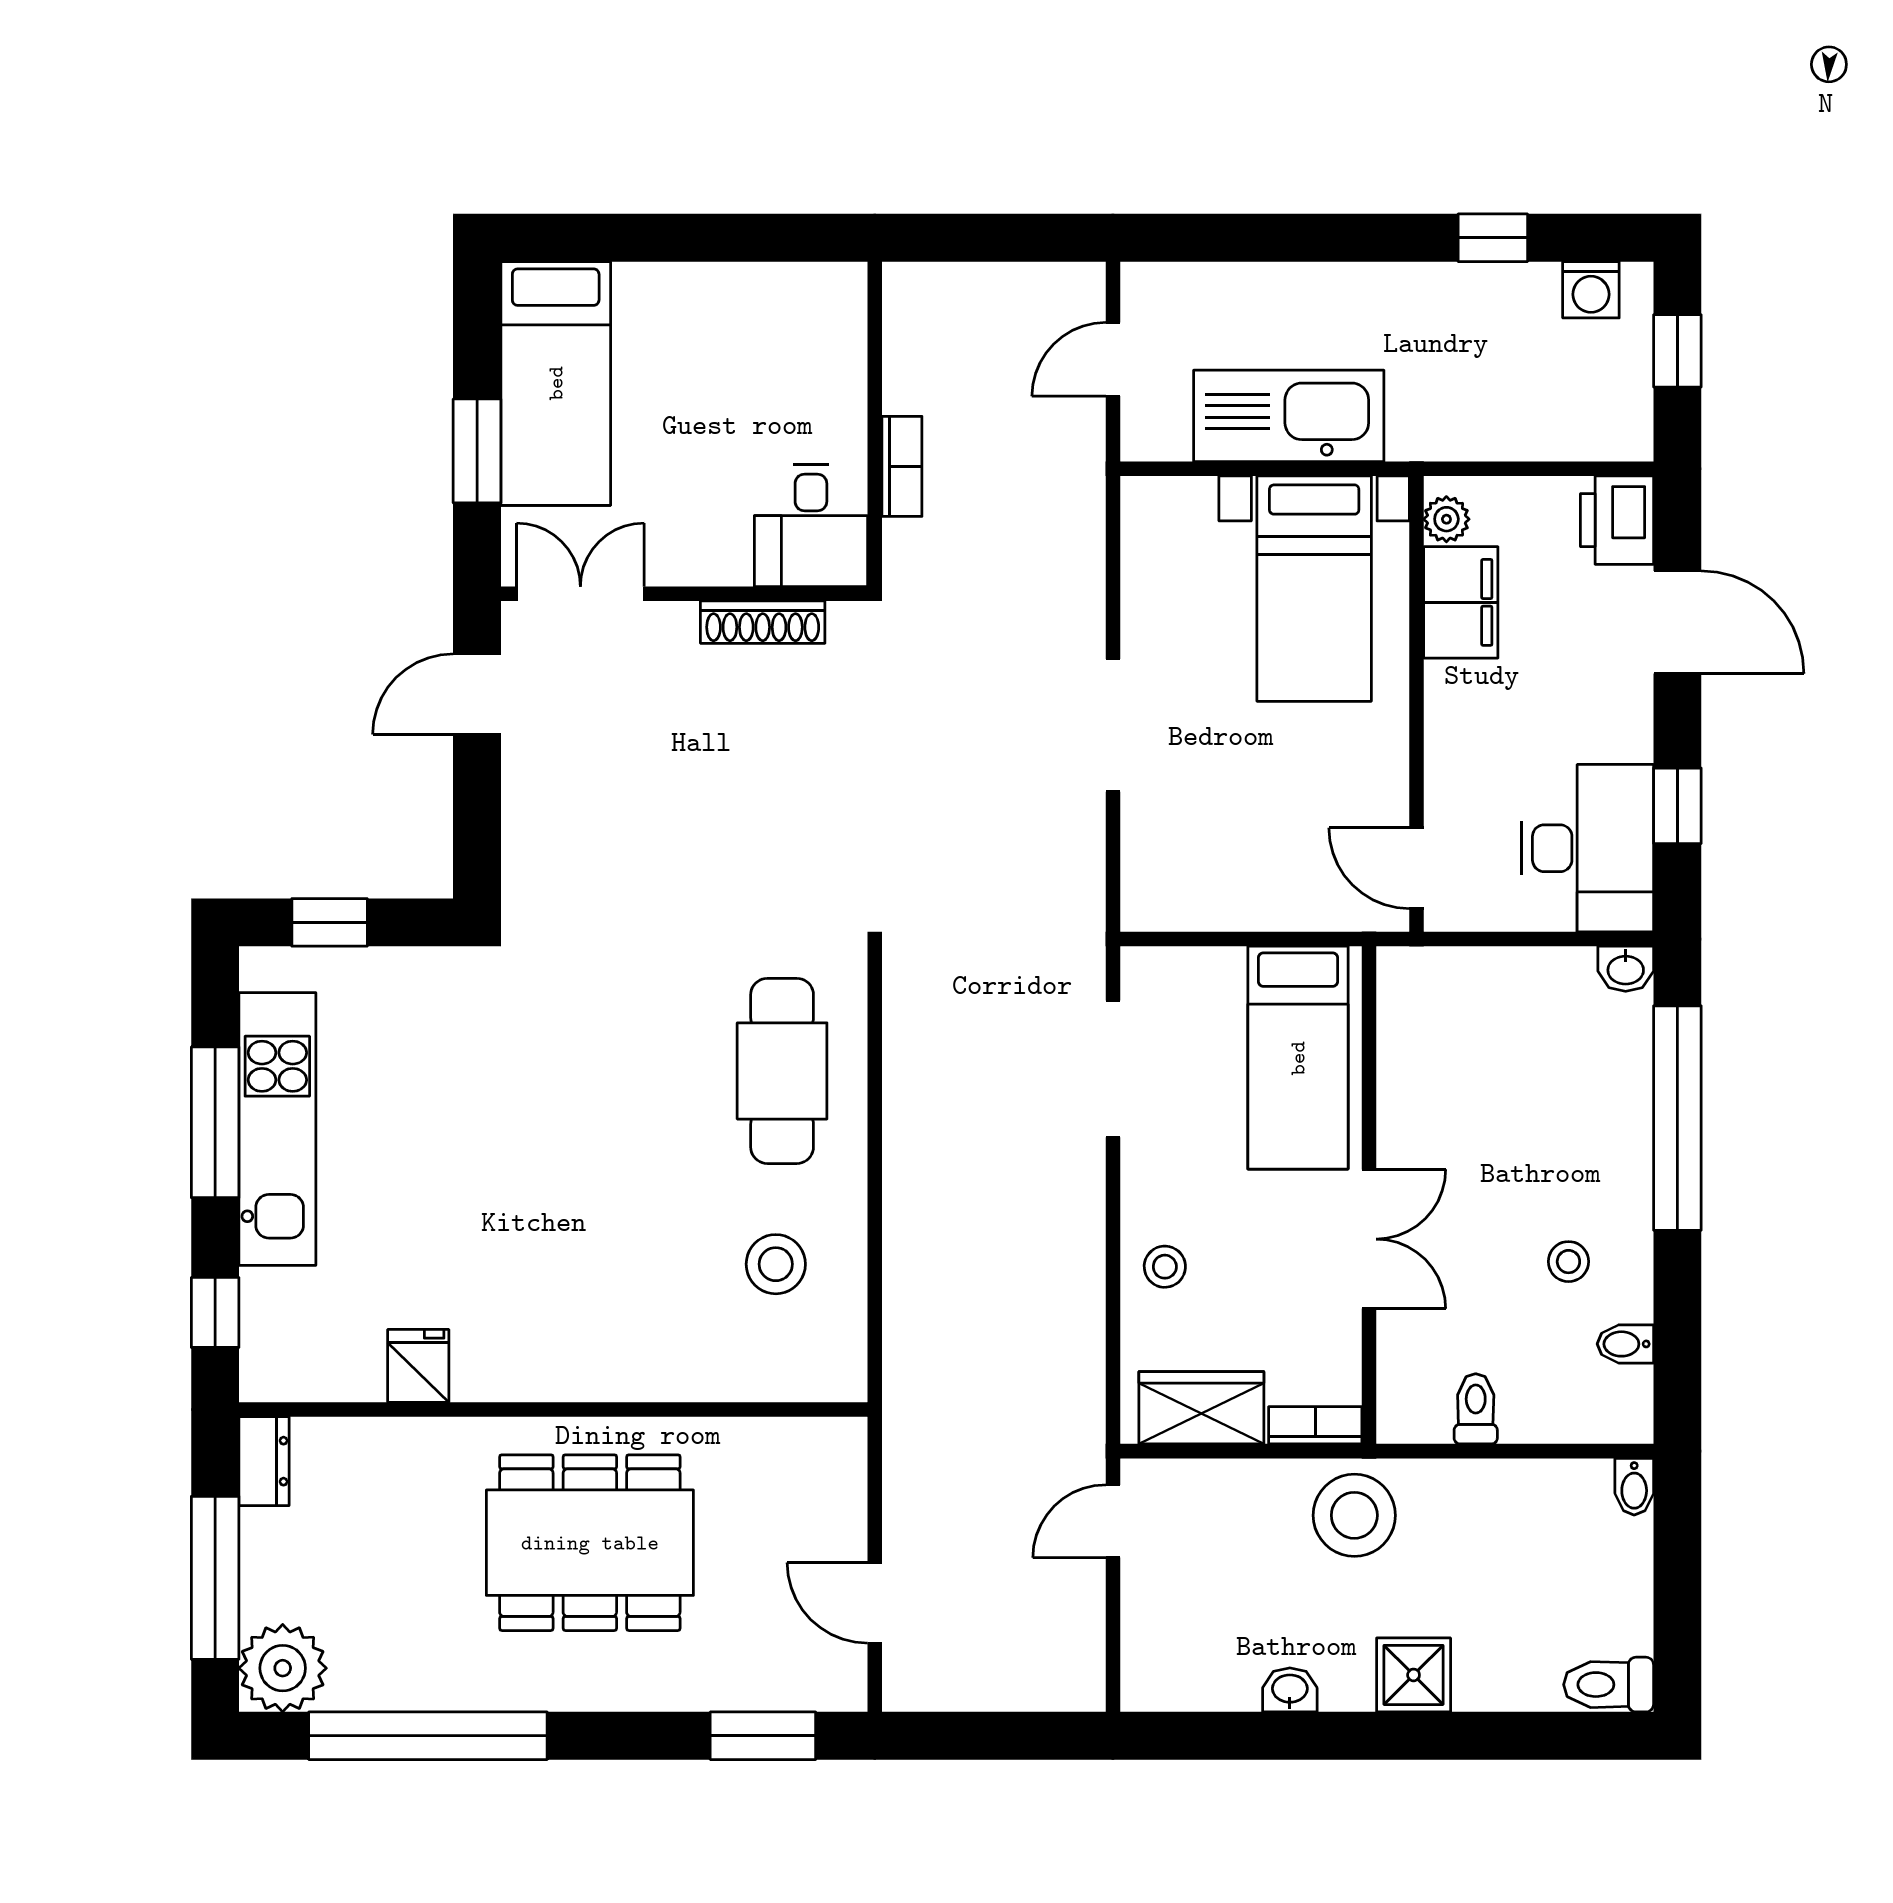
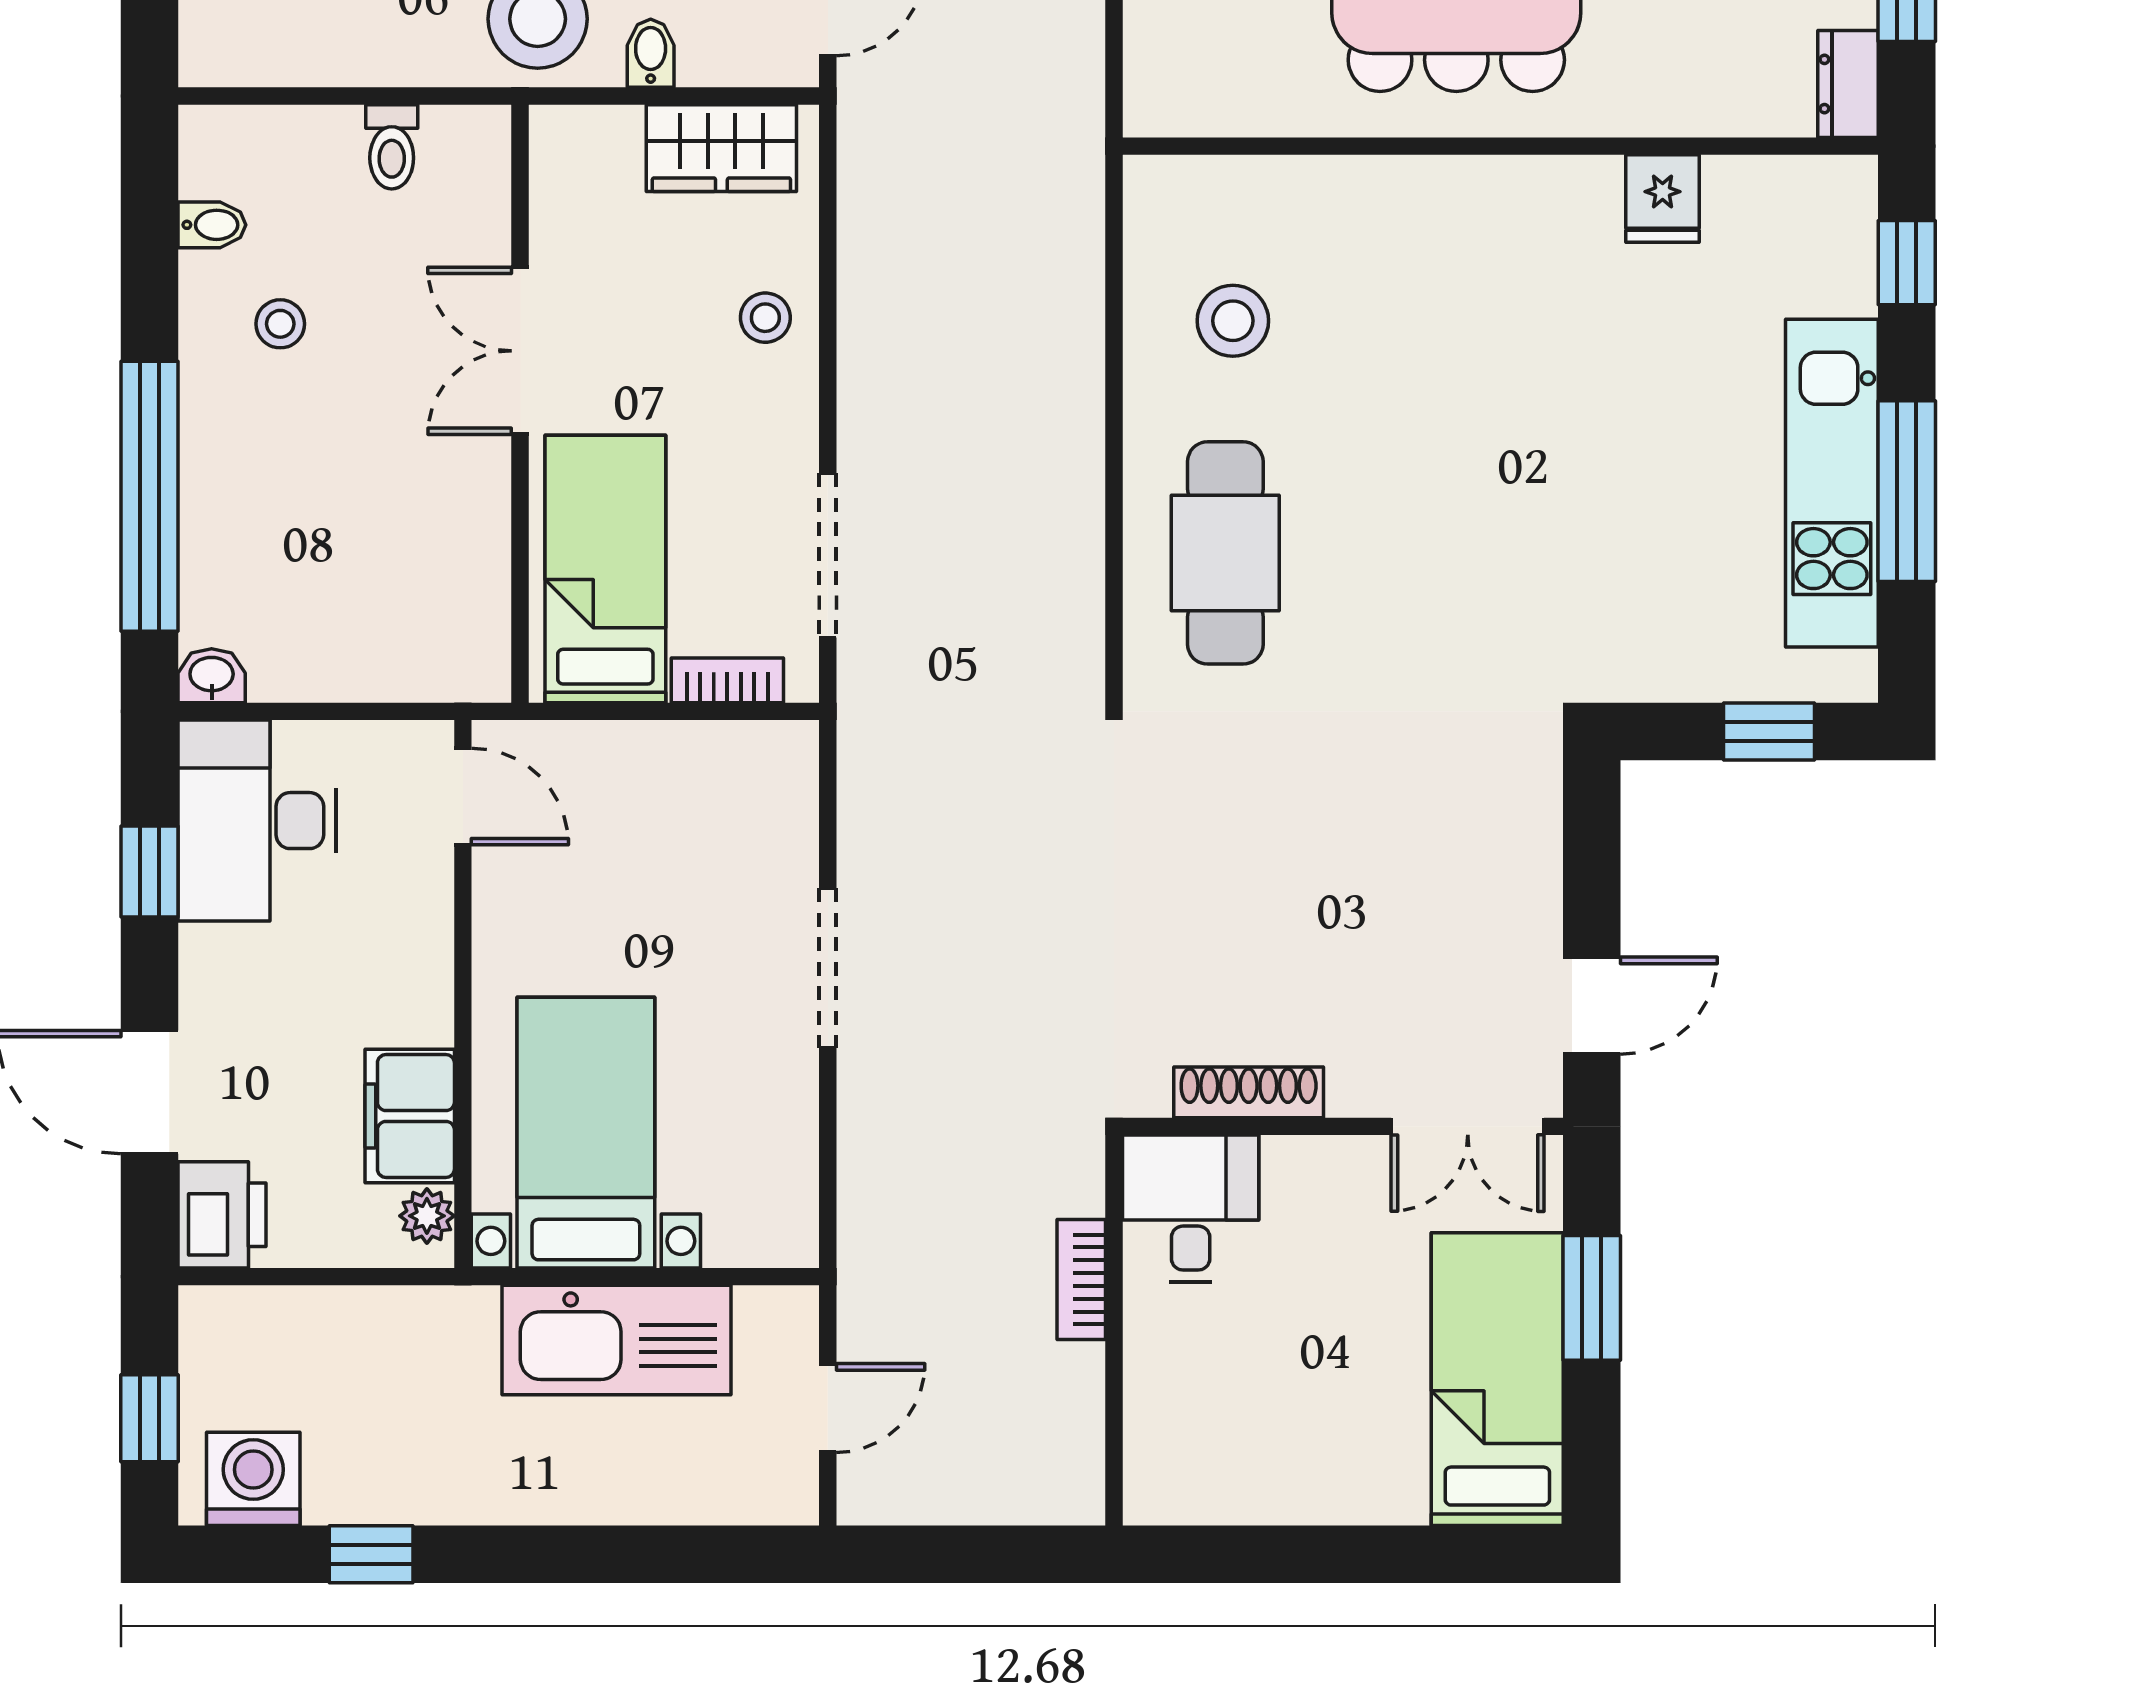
washing machine: (1591, 290) -> (253, 1479), width x1.38, depth x1.38
bookcase: (1315, 1425) -> (727, 680), moved, turned 180
bidet: (1634, 1487) -> (651, 53), moved

